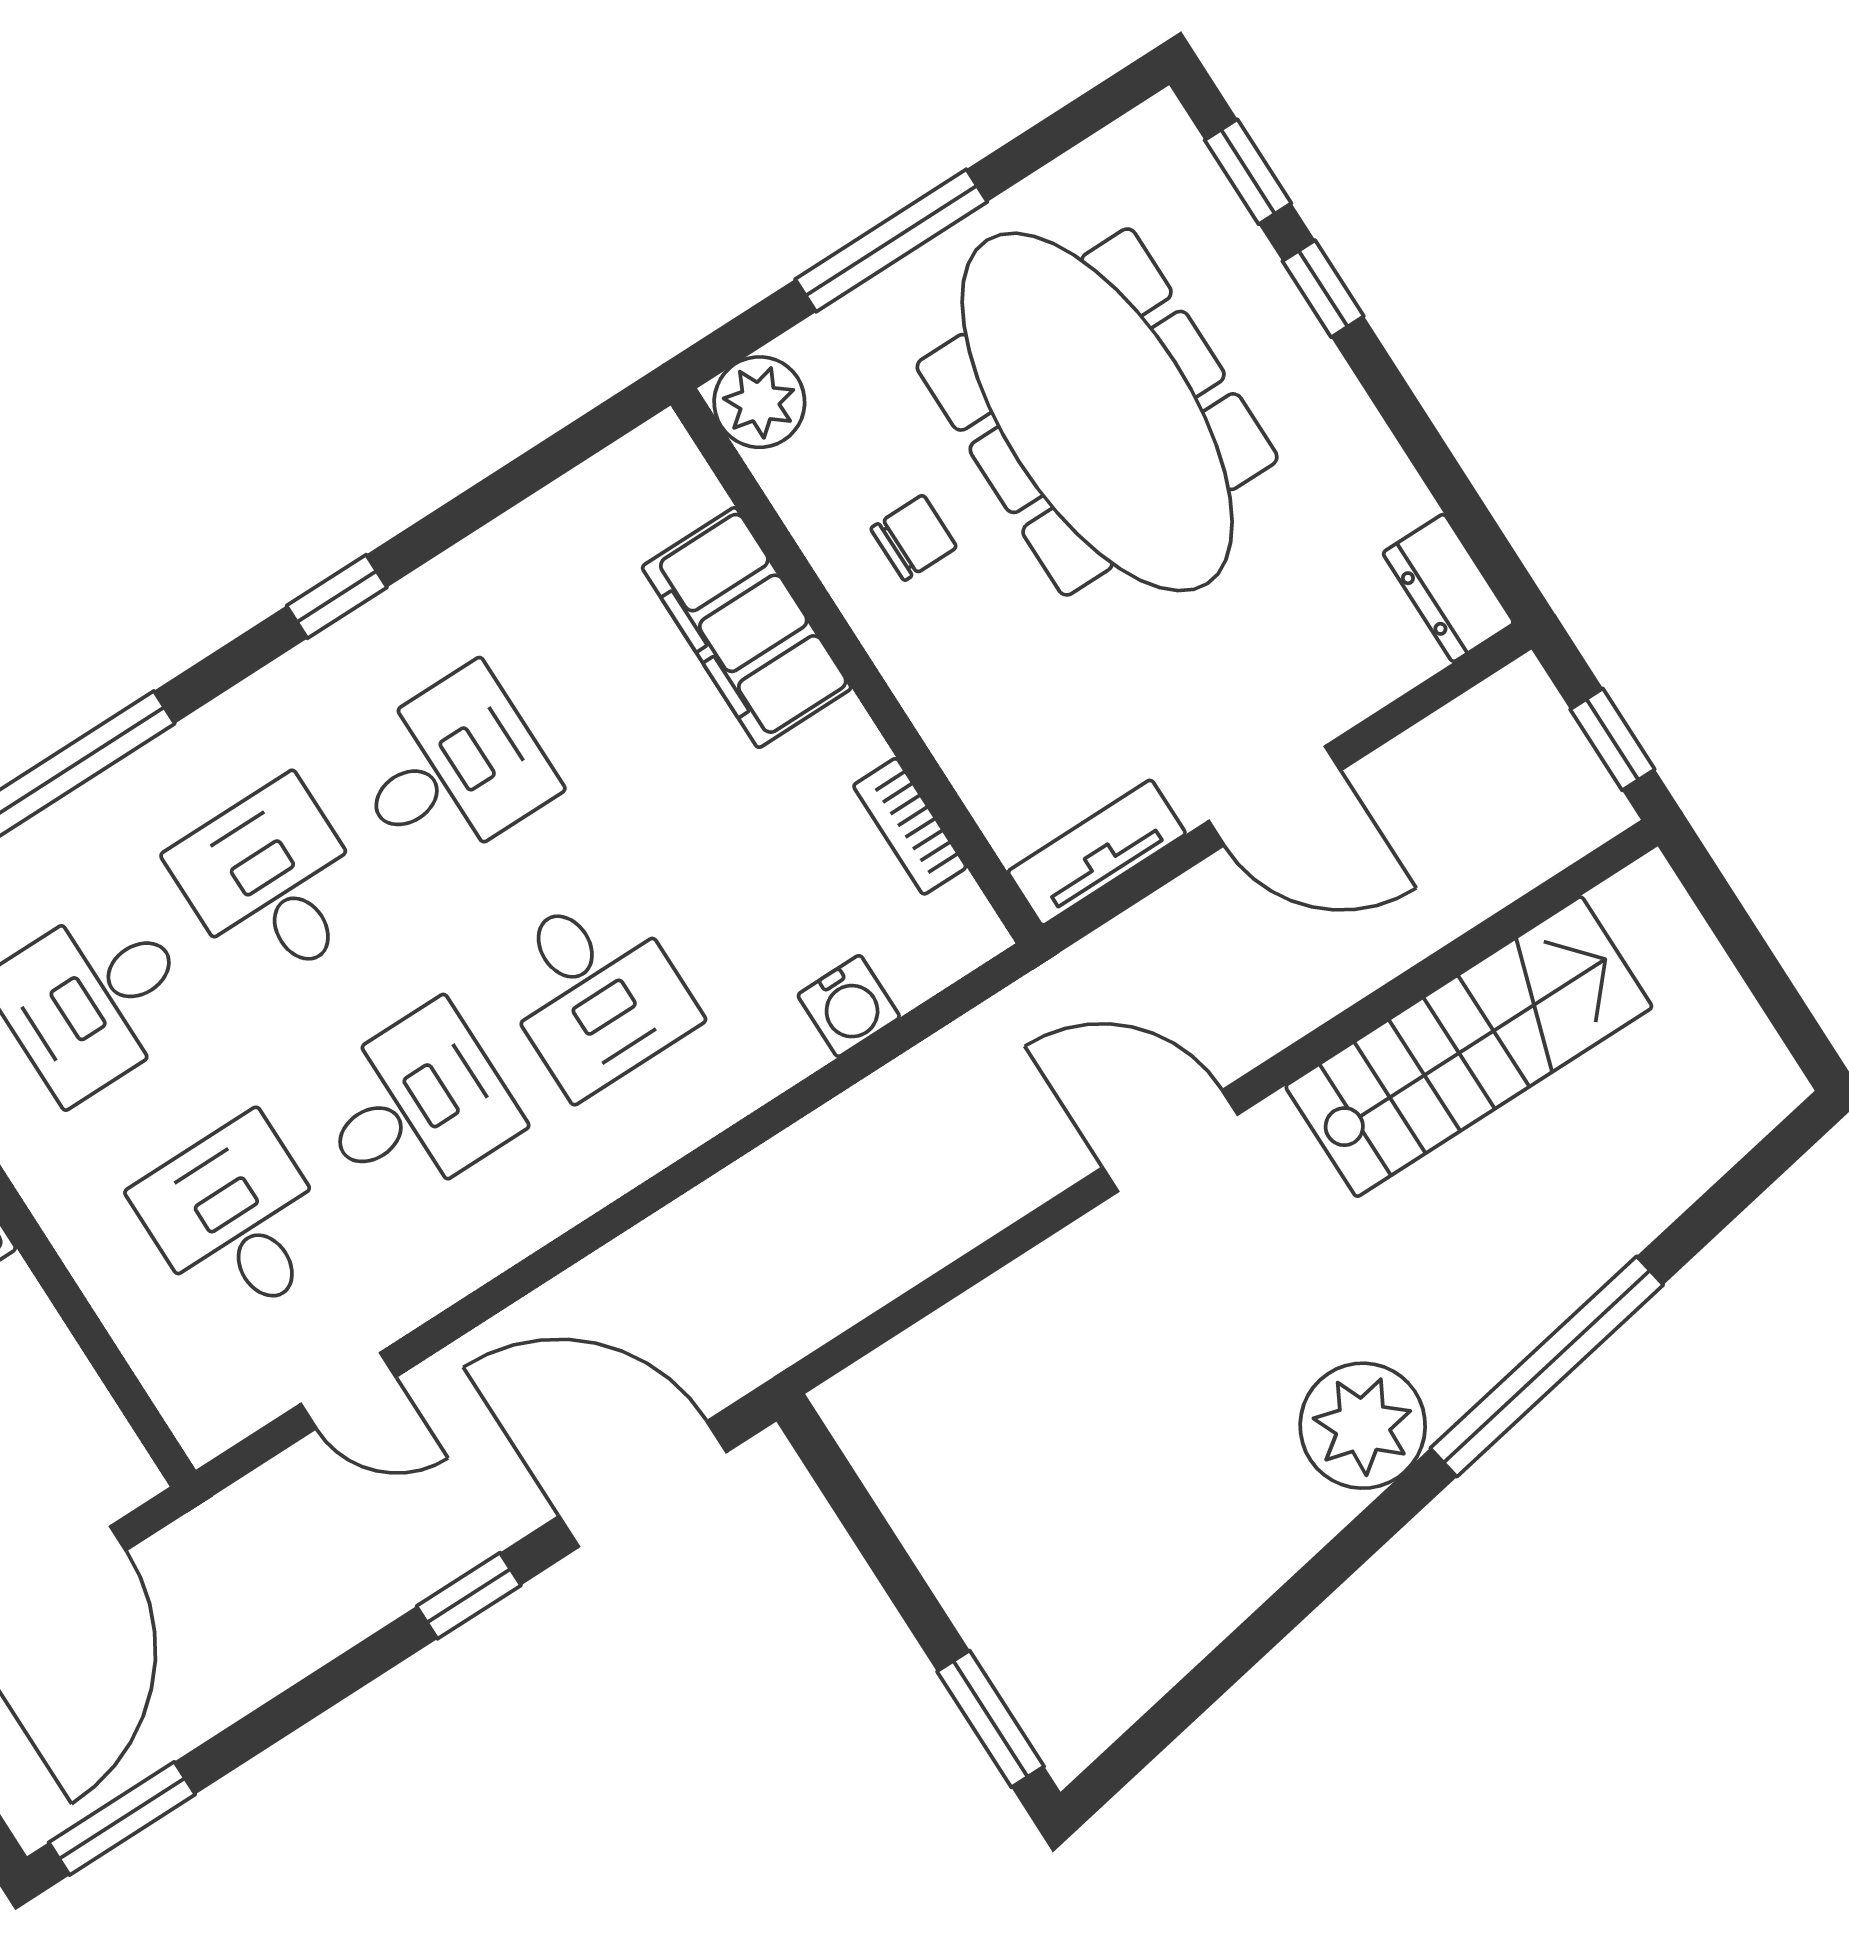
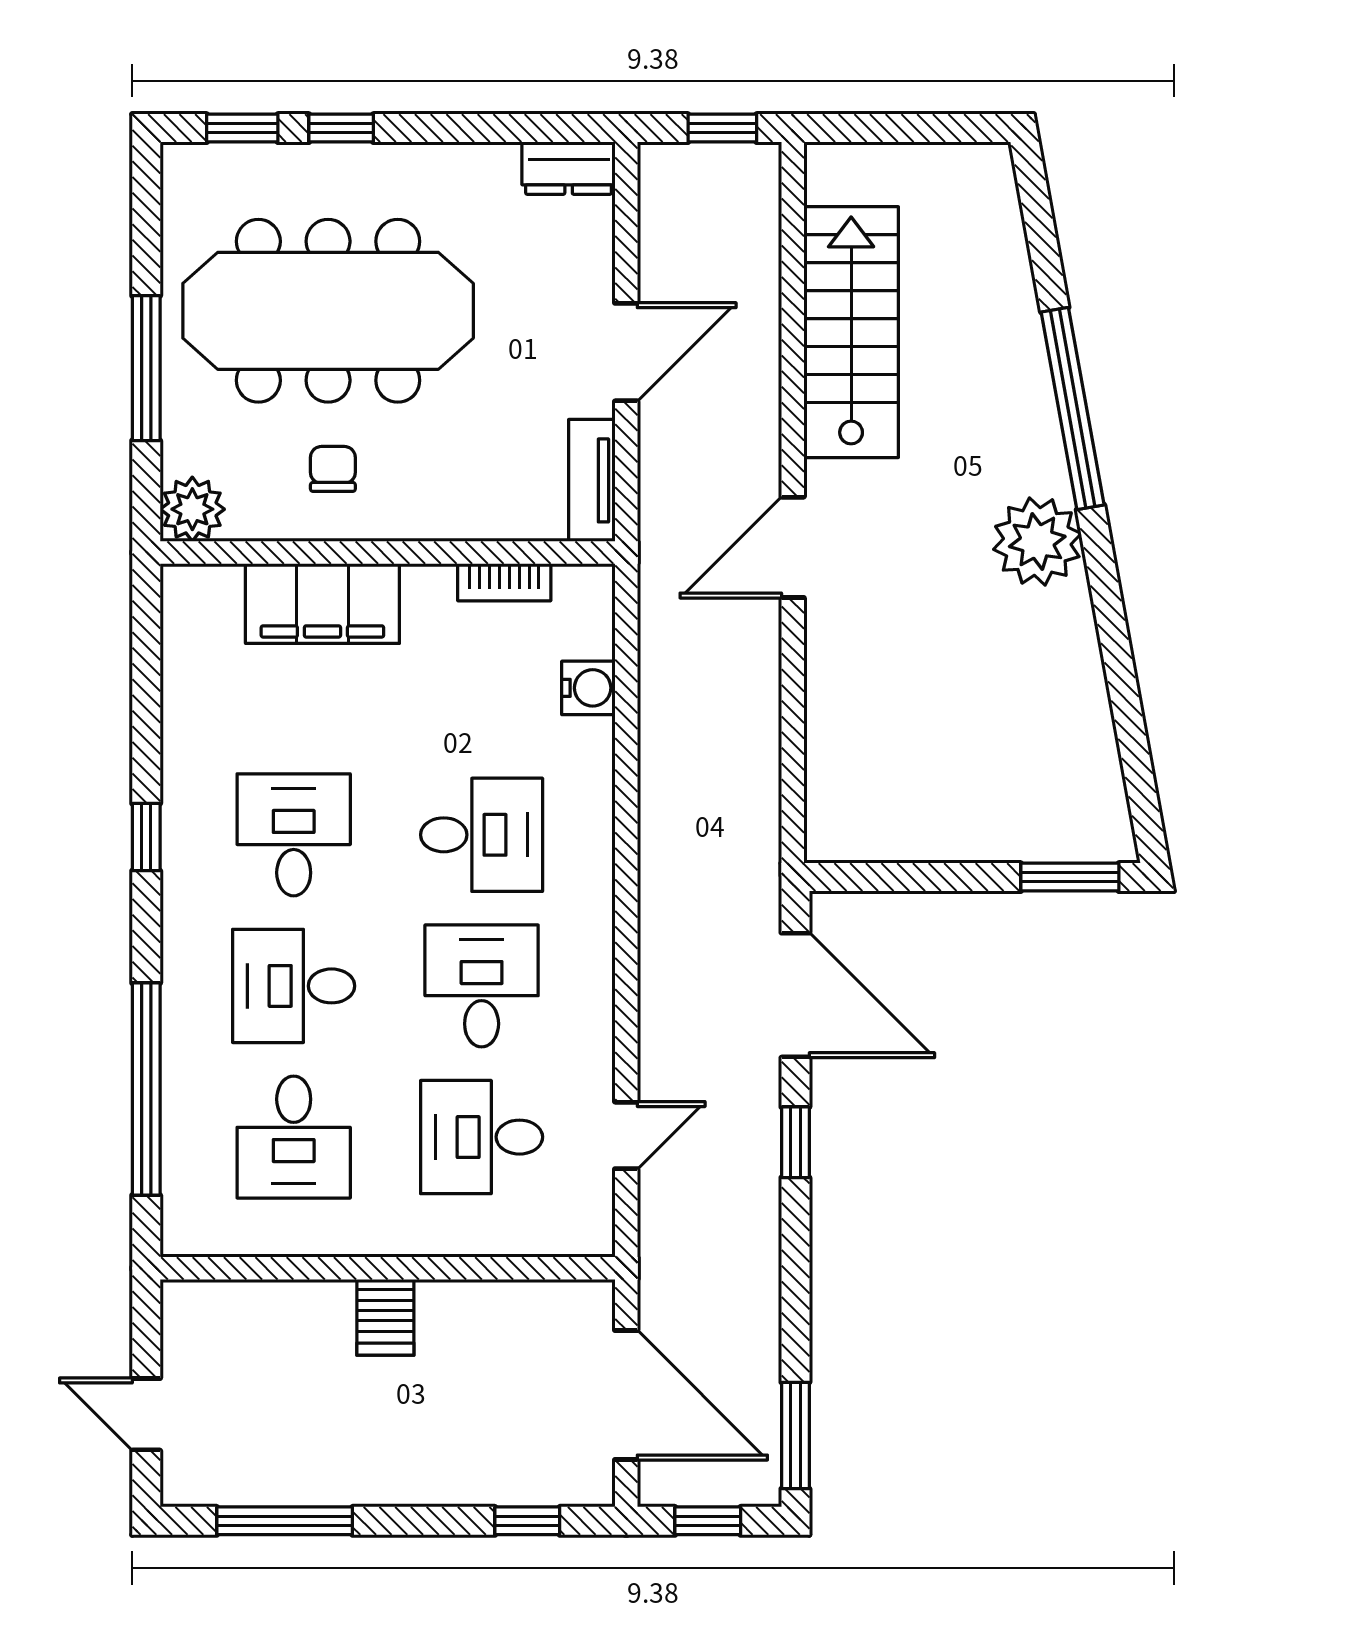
door: (643, 1484) -> (795, 995), swing flipped

